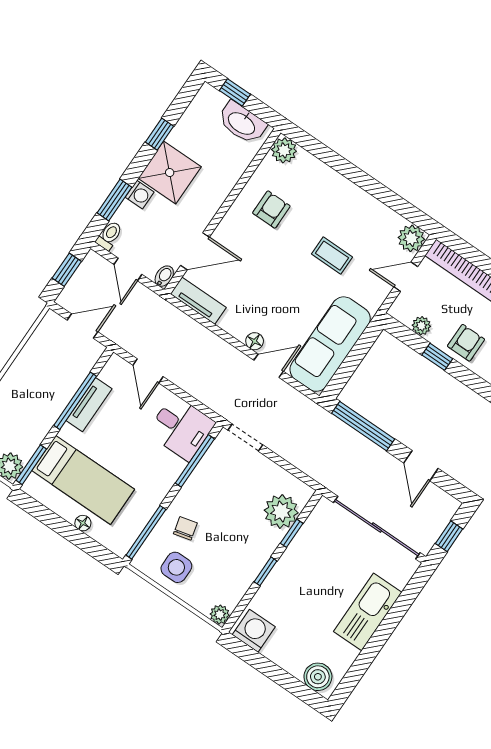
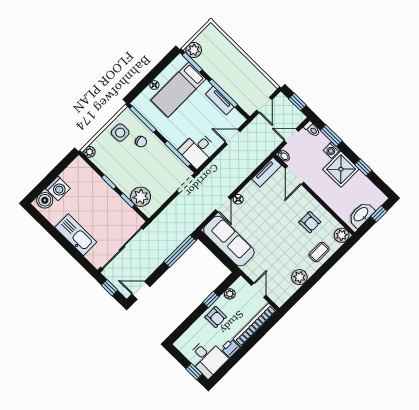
plant: (411, 238) -> (299, 277), moved
coffee table: (332, 256) -> (319, 252), moved
door: (421, 466) -> (141, 290), moved
washing machine: (254, 631) -> (58, 188), moved

